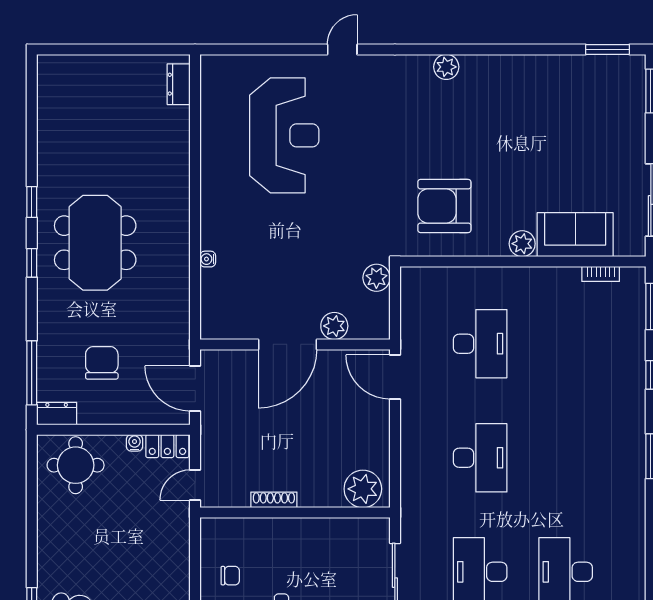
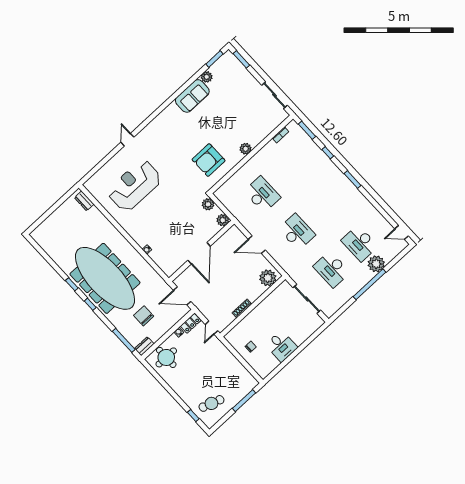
plant: (446, 67) -> (207, 77), moved
reception desk: (284, 135) -> (134, 186), turned -90
sofa: (575, 235) -> (192, 96), moved, turned 180
meeting table: (95, 243) -> (105, 278), width x1.86, depth x1.27
plant: (334, 326) -> (223, 220), moved
door: (395, 377) -> (257, 245), moved

